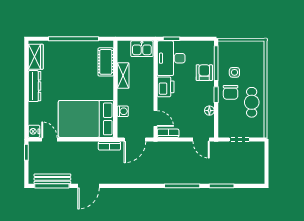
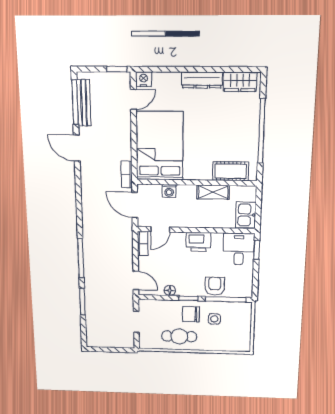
desk: (171, 58) -> (239, 249), width x0.73
armchair: (204, 73) -> (215, 286), turned -90
door: (201, 139) -> (136, 281), swing flipped

